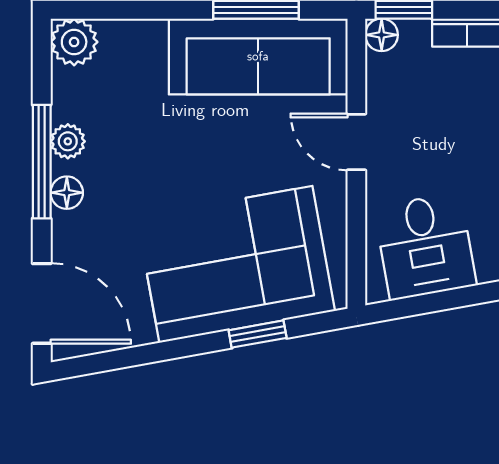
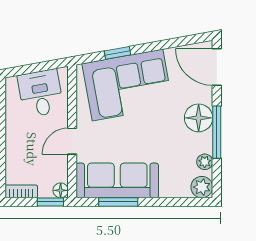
plant: (68, 141) -> (205, 162), moved
door: (356, 142) -> (72, 141), swing flipped
floor lamp: (67, 193) -> (199, 118), width x1.89, depth x1.89

